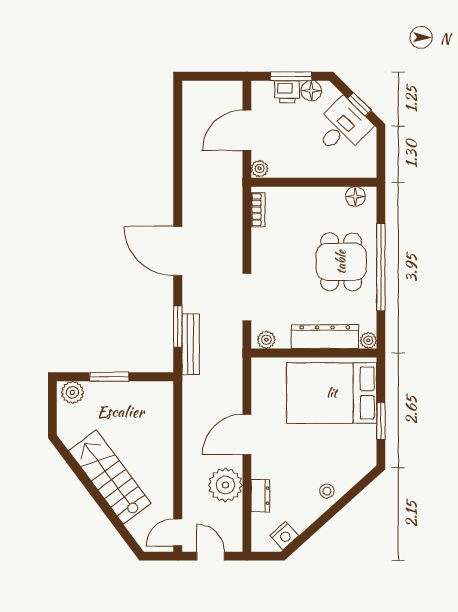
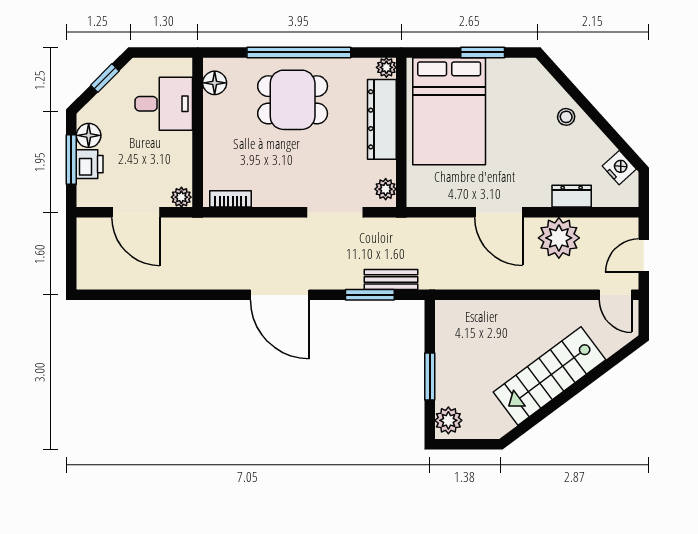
desk: (342, 127) -> (164, 104), moved, turned 135
door: (178, 251) -> (280, 295), hinge flipped
bench: (191, 344) -> (391, 279), width x0.73

